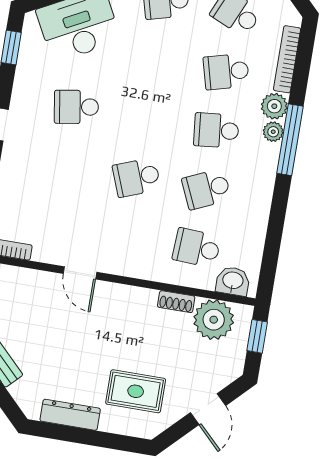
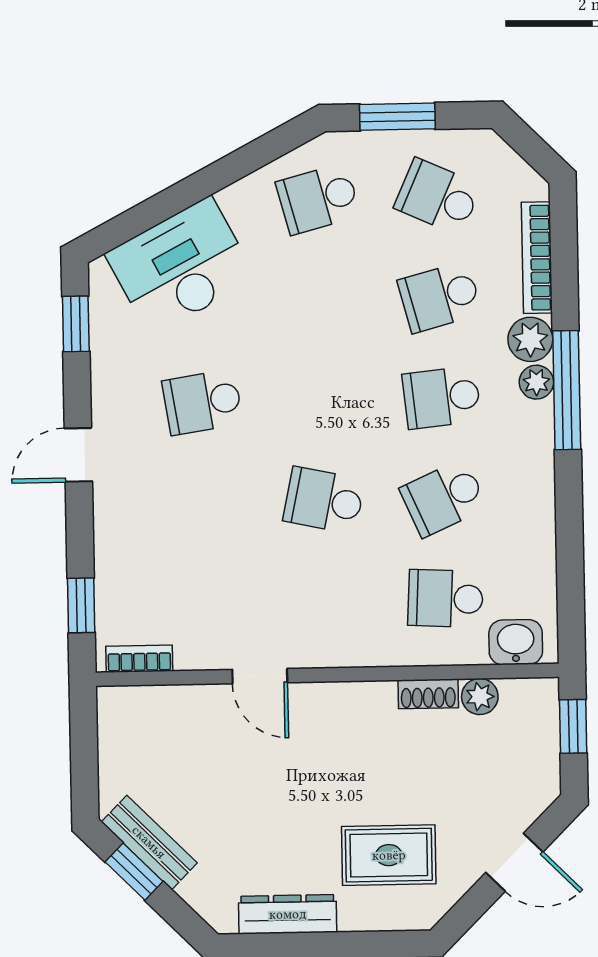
school desk: (137, 177) -> (324, 500), turned 33
plant: (214, 320) -> (480, 697), width x0.53, depth x0.53
door: (208, 409) -> (514, 862), hinge flipped

